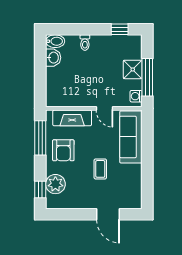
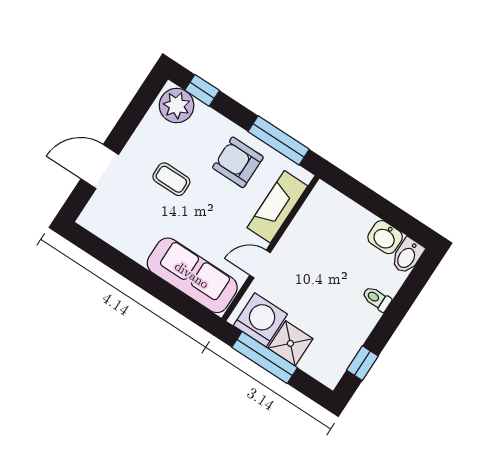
washing machine: (136, 96) -> (260, 320), width x1.89, depth x1.89
coffee table: (100, 169) -> (171, 179), moved
plant: (55, 184) -> (177, 106), moved

